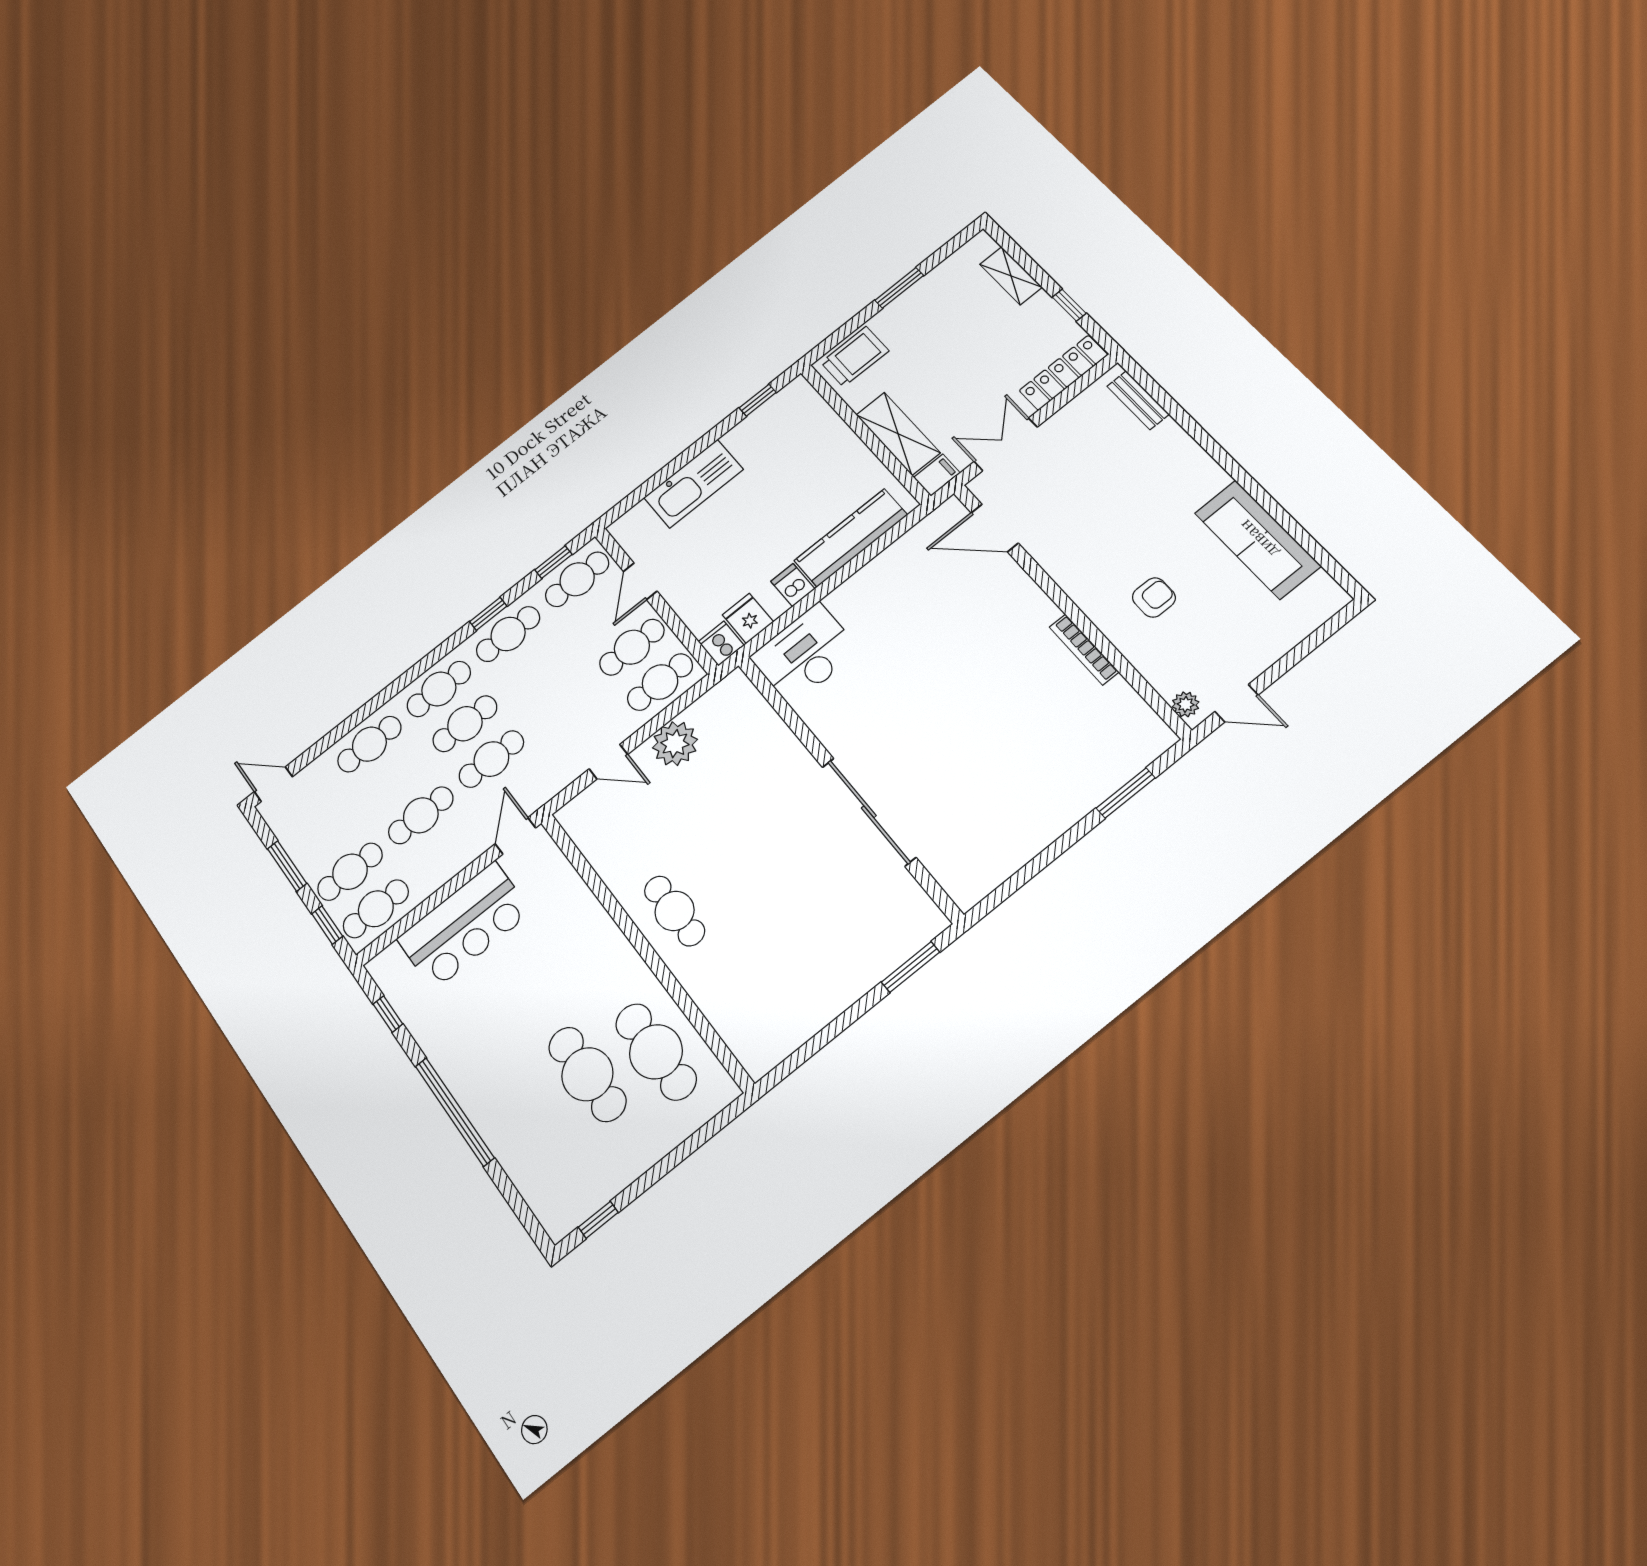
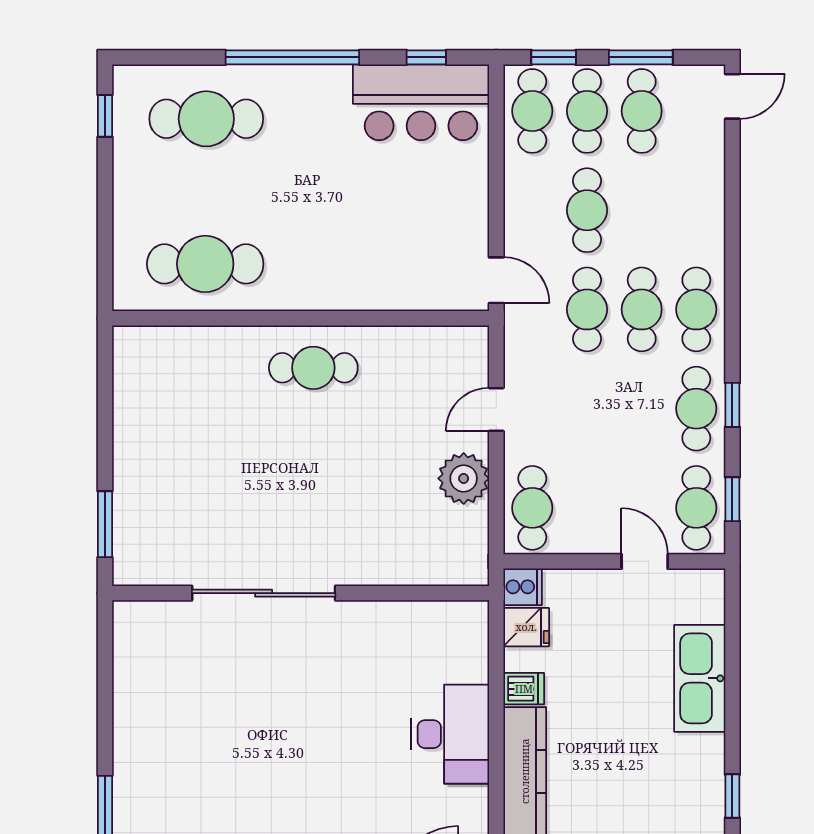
cafe table: (632, 647) -> (587, 508), removed
desk: (805, 654) -> (450, 734), moved
cafe table: (369, 744) -> (642, 111), moved
bar counter: (464, 926) -> (421, 102), moved, turned -90
cafe table: (587, 1074) -> (206, 119), moved

